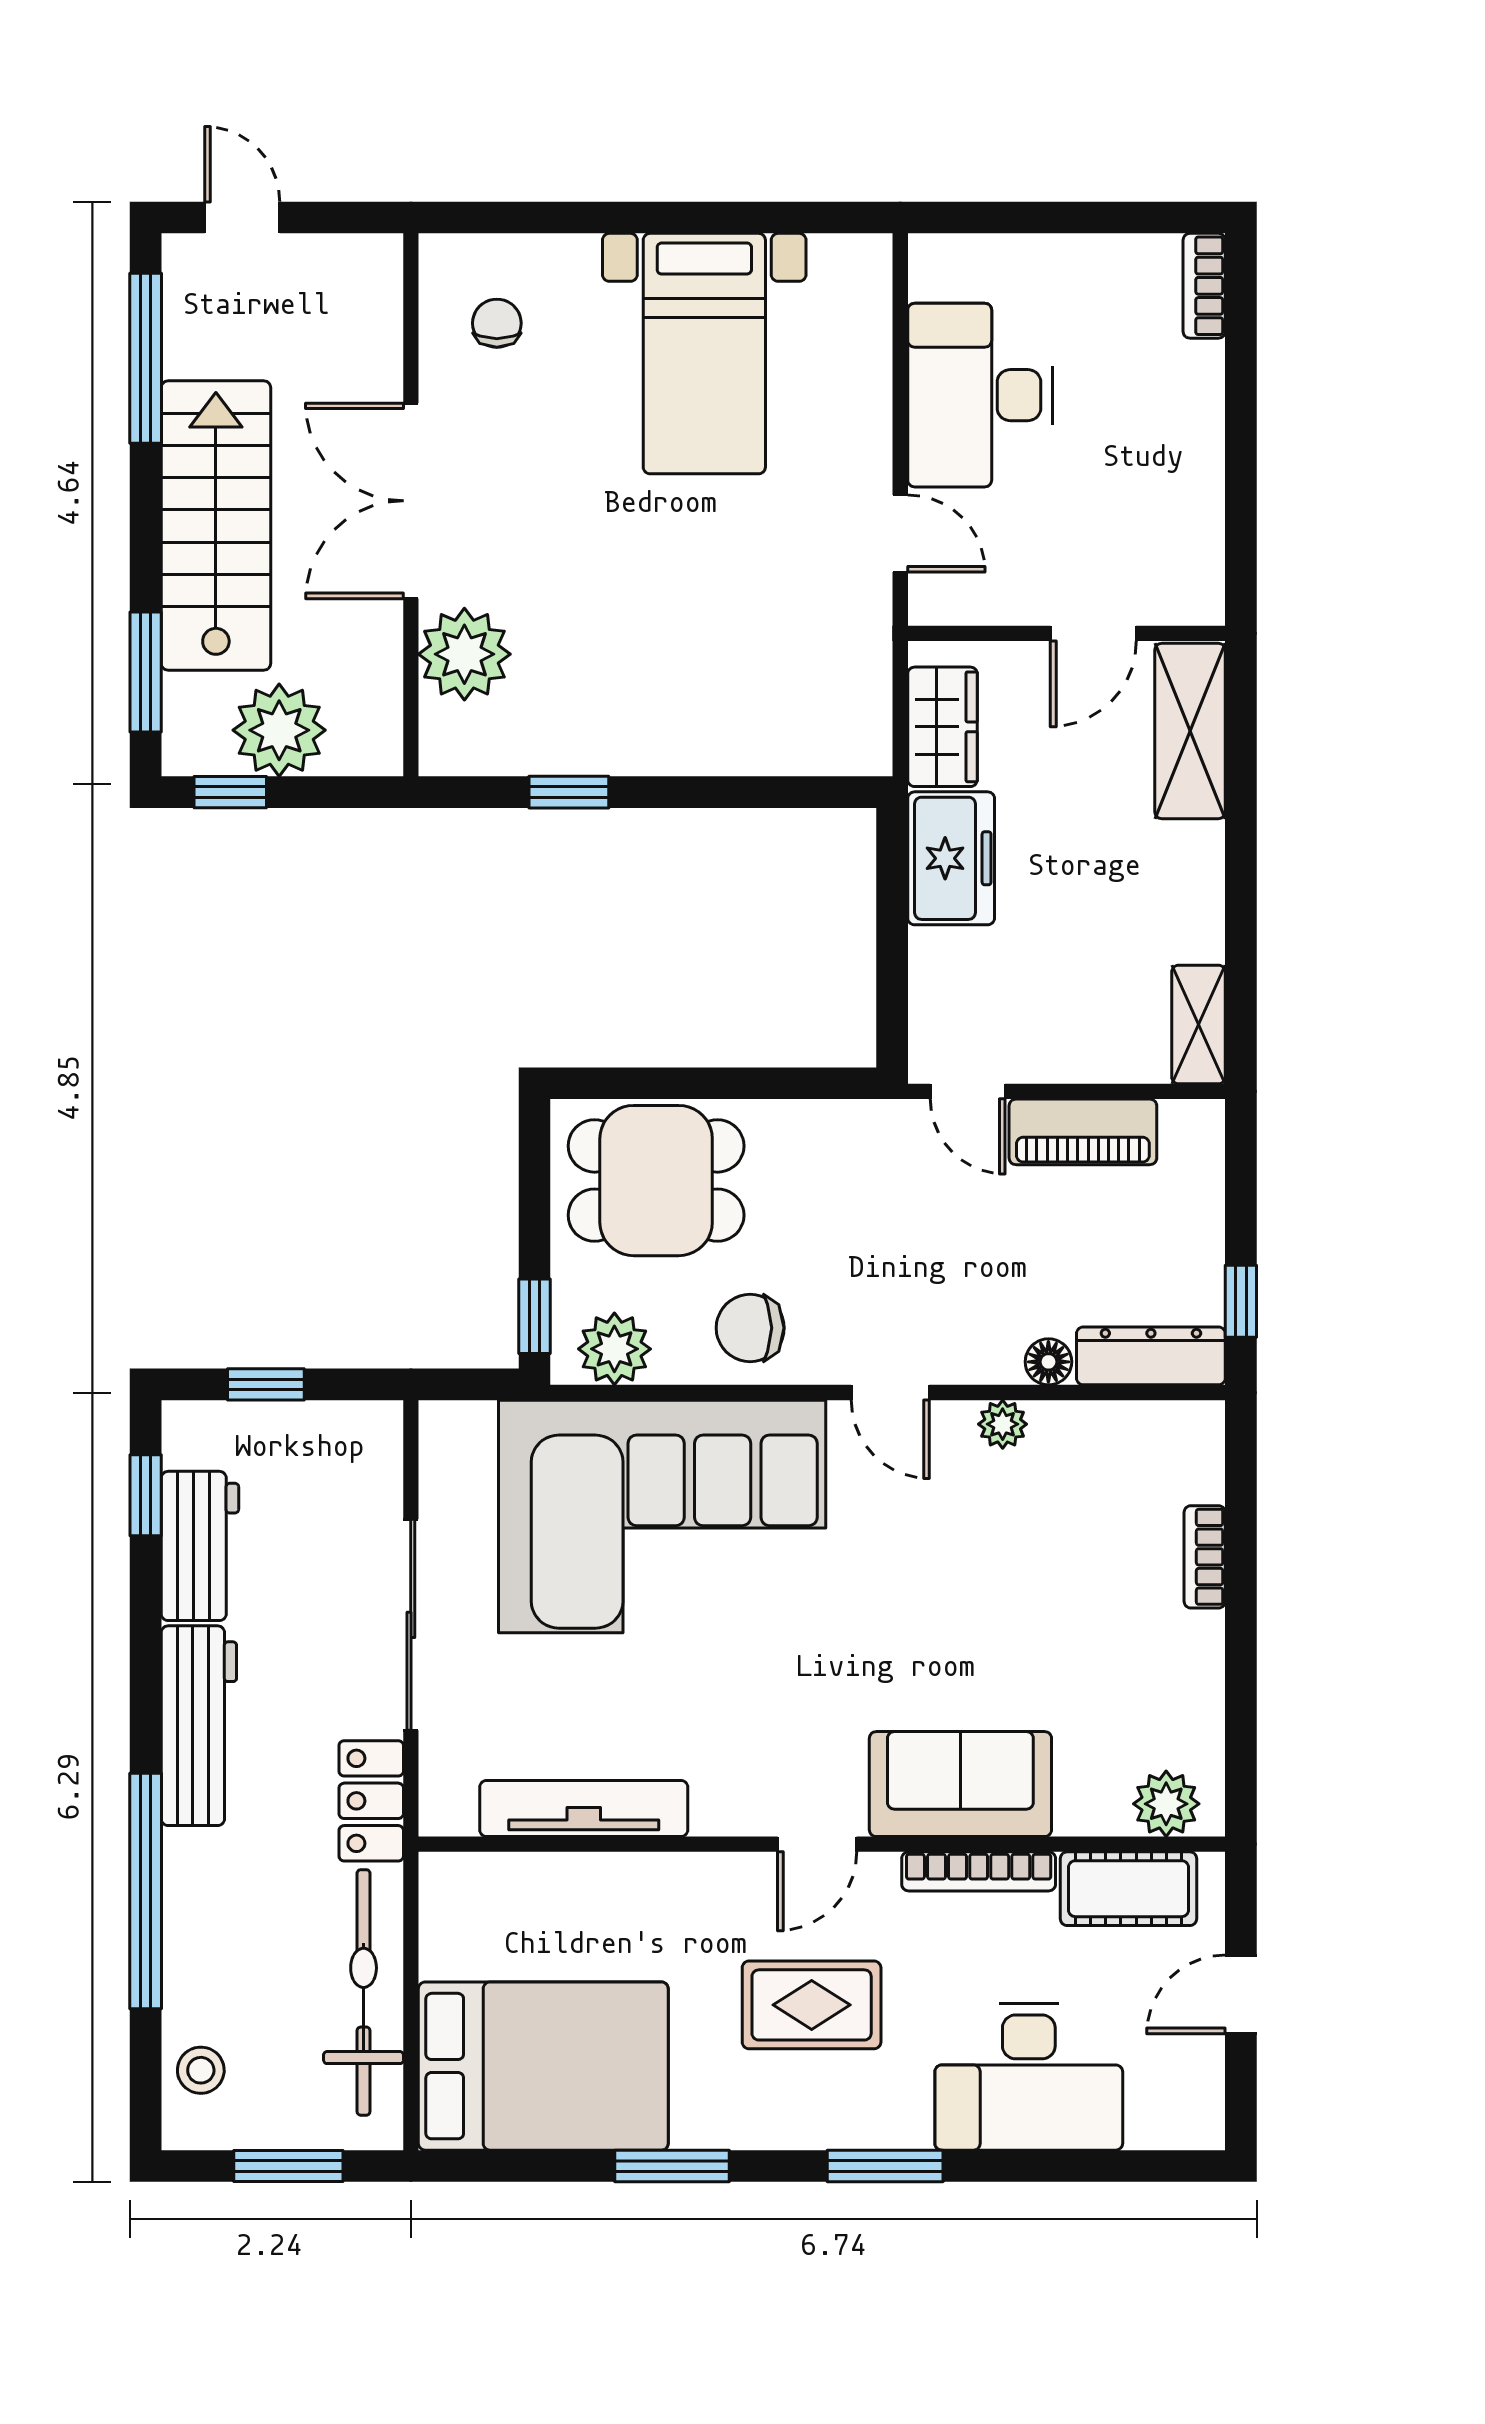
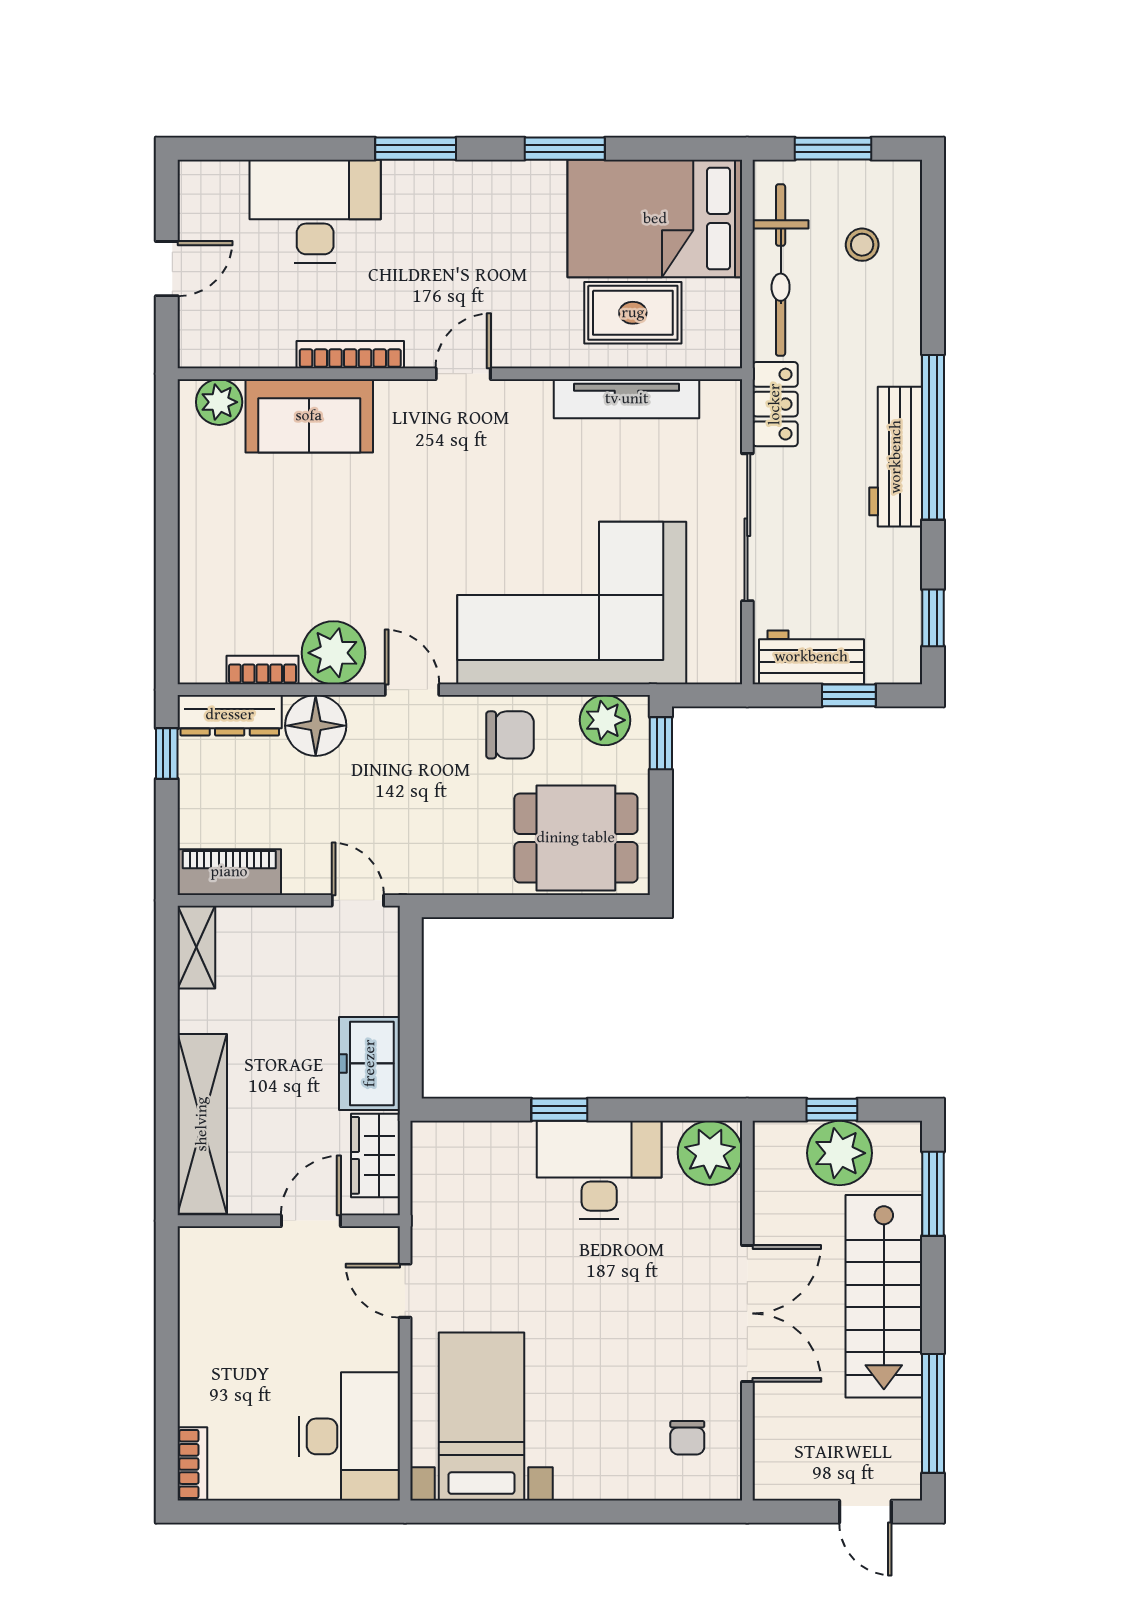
bed with nightstands: (704, 354) -> (481, 1417), moved
desk: (980, 395) -> (349, 1436), moved
door: (1093, 633) -> (311, 1221), moved
plant: (464, 654) -> (710, 1153), moved
desk: (623, 706) -> (599, 1170), added
shelving: (1190, 731) -> (202, 1124), width x1.47
window: (230, 792) -> (832, 1110), moved
window: (569, 792) -> (559, 1110), moved
piano: (1083, 1132) -> (229, 872), moved
floor lamp: (1048, 1362) -> (316, 726), width x1.89, depth x1.89
plant: (1003, 1424) -> (334, 653), width x1.87, depth x1.87
workbench: (200, 1546) -> (811, 657), moved, turned 90
bookcase: (1205, 1557) -> (262, 670), moved, turned -90
sofa: (960, 1784) -> (309, 416), moved
cot: (1128, 1889) -> (245, 343), removed
window: (146, 1891) -> (933, 437), moved
rug: (812, 2005) -> (633, 313), moved
stool: (201, 2070) -> (862, 245), moved

